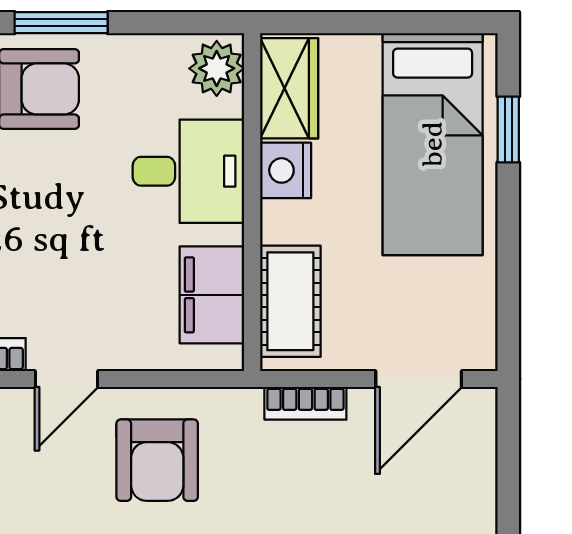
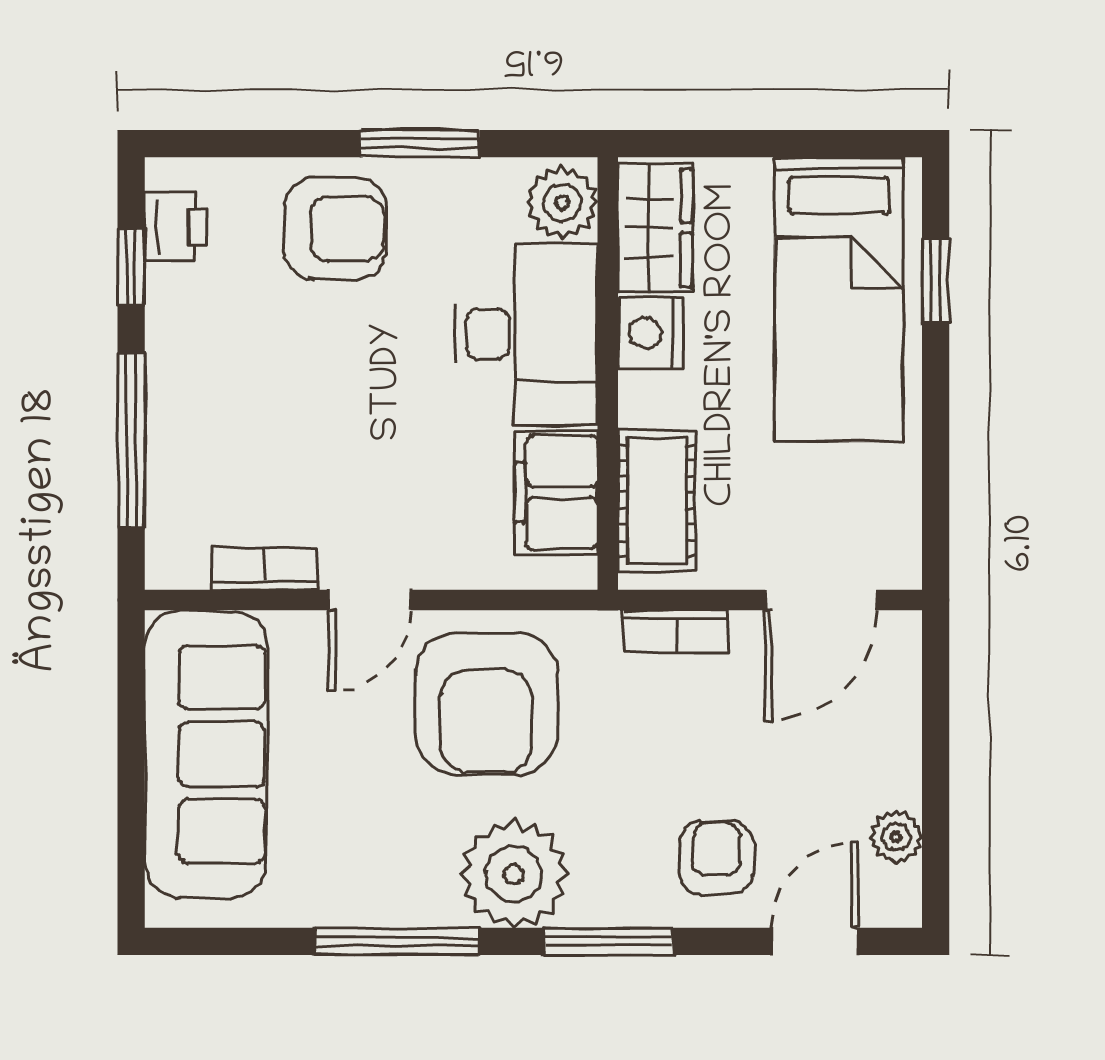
window: (61, 23) -> (420, 144), moved
desk: (188, 171) -> (526, 334), width x1.37
armchair: (157, 460) -> (486, 704), width x1.36, depth x1.36

